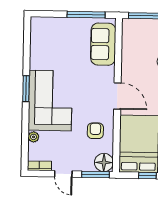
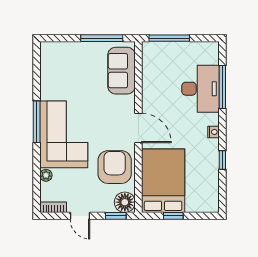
window: (26, 89) -> (37, 122), width x1.44
armchair: (95, 131) -> (115, 167), width x1.88, depth x1.88
window: (96, 175) -> (116, 216), width x0.67

